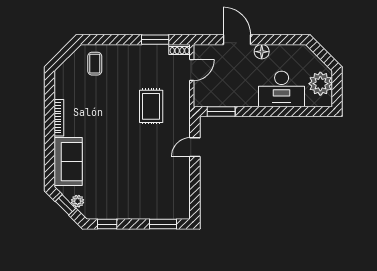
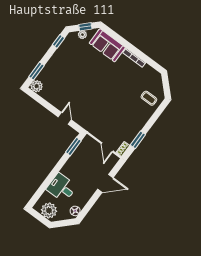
floor lamp: (262, 52) -> (75, 211), moved
desk: (282, 89) -> (62, 188), width x0.73
rug: (151, 106) -> (104, 111), removed
plant: (181, 210) -> (37, 86), added

